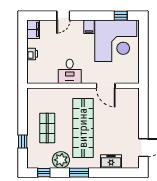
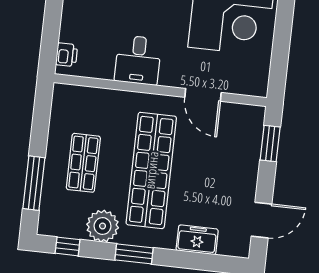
printer: (32, 54) -> (67, 55), moved
window: (143, 107) -> (270, 144), added
window: (23, 142) -> (34, 183), width x2.17

